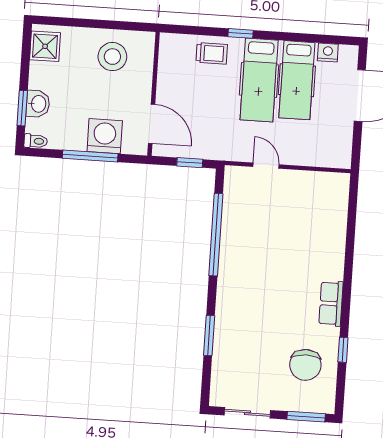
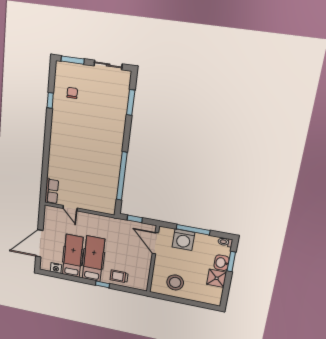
shower: (45, 46) -> (217, 278), moved
door: (266, 166) -> (70, 208), moved
row of seats: (331, 303) -> (52, 191), moved
window: (209, 335) -> (131, 102), moved
chair: (305, 365) -> (72, 93), width x0.54, depth x0.54

